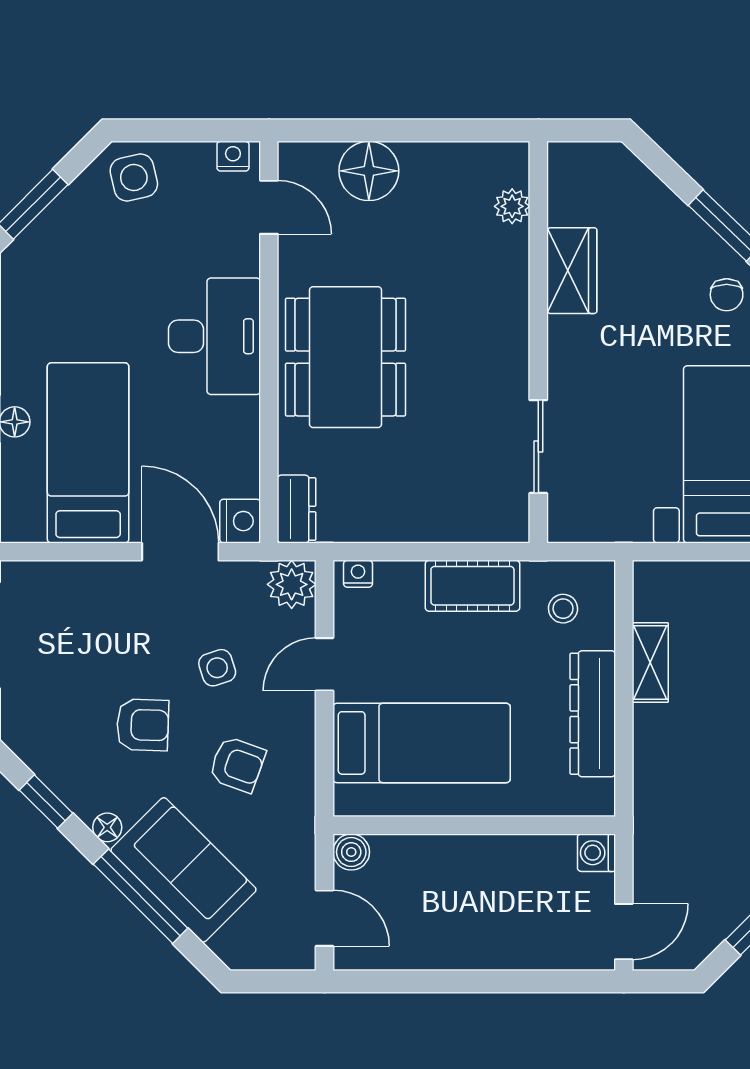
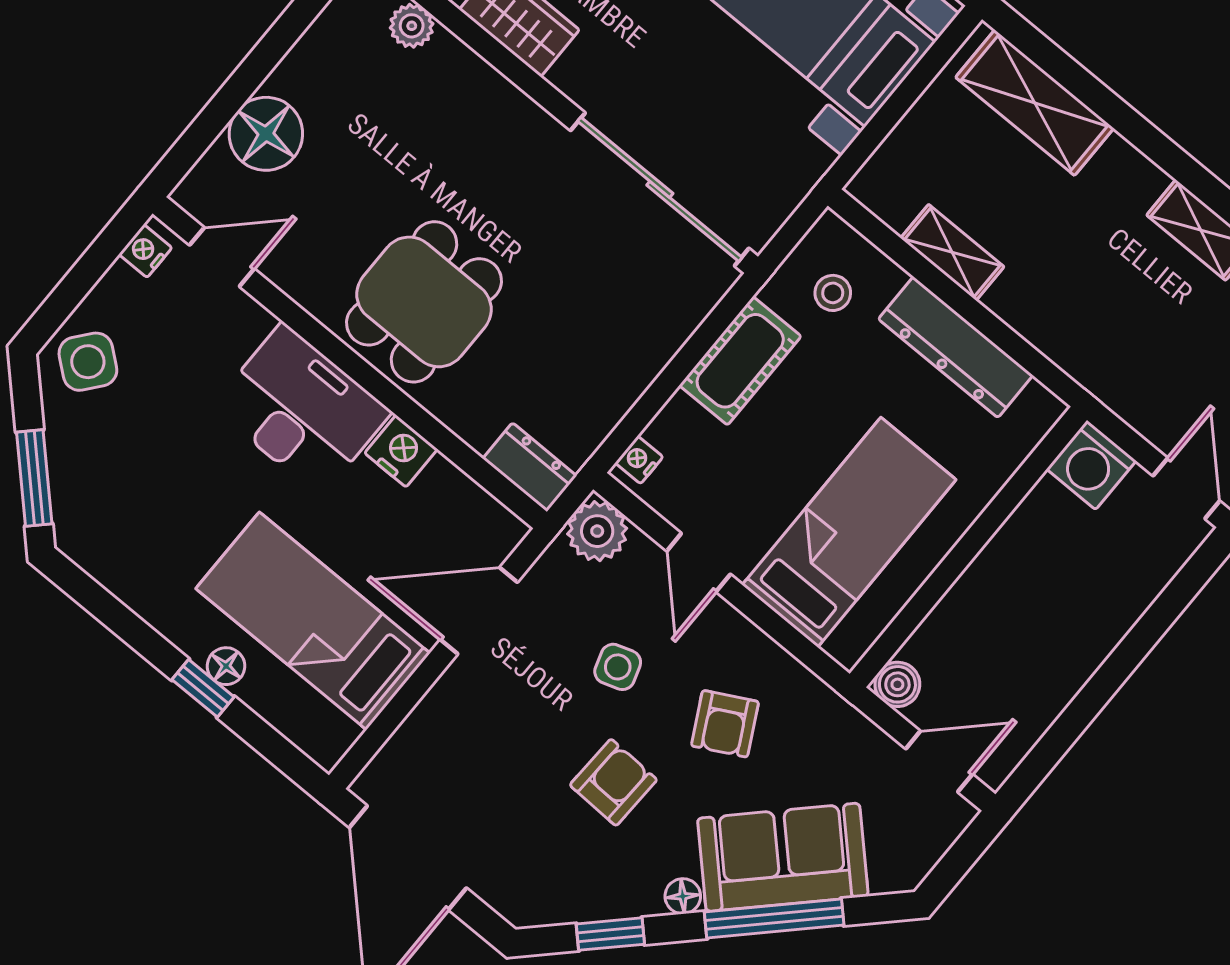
side table: (134, 178) -> (88, 362), turned -38
dining table: (346, 357) -> (424, 302), width x0.73
sliding door: (538, 447) -> (660, 189), width x1.86
nightstand: (240, 521) -> (401, 451), moved
armchair: (237, 764) -> (725, 724), turned 132
washing machine: (596, 853) -> (1091, 465), width x1.38, depth x1.38

